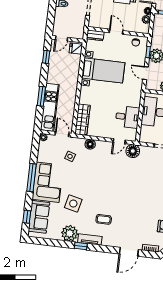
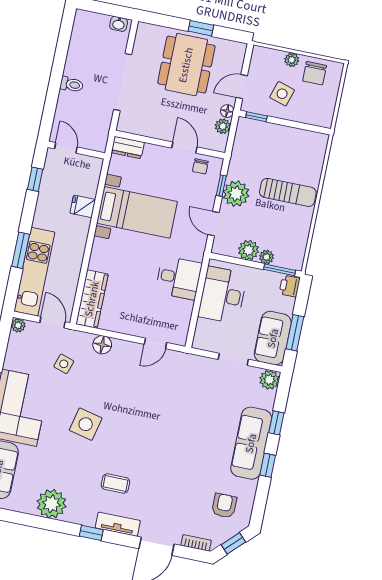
door: (116, 32) -> (184, 148), moved
door: (61, 38) -> (66, 148), swing flipped
fridge: (76, 48) -> (83, 206), moved
desk: (127, 117) -> (179, 278), moved
floor lamp: (133, 151) -> (179, 363), removed
side table: (73, 204) -> (86, 424), moved
tv unit: (90, 239) -> (118, 524), moved
window: (81, 246) -> (91, 533), moved

